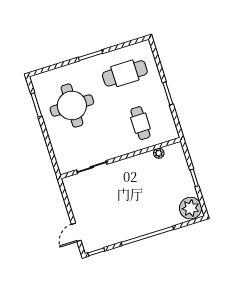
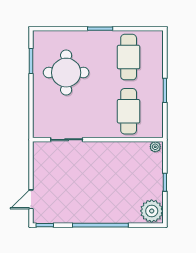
cafe table: (125, 73) -> (129, 57), turned 90
cafe table: (140, 123) -> (129, 111), width x1.37, depth x1.35
plant: (159, 153) -> (155, 147), moved

